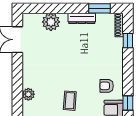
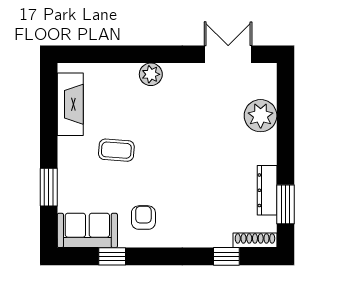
dresser: (82, 18) -> (267, 190), moved
plant: (28, 94) -> (151, 74), moved

